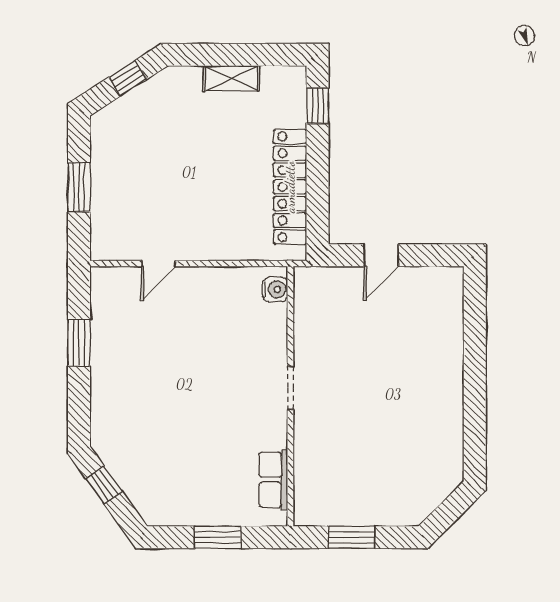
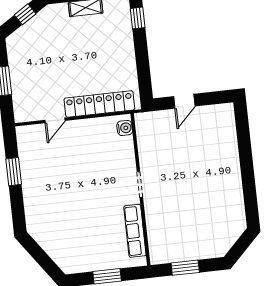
locker: (290, 187) -> (99, 104), moved, turned 90
row of seats: (273, 480) -> (135, 231), width x1.48
window: (104, 485) -> (37, 253), removed

